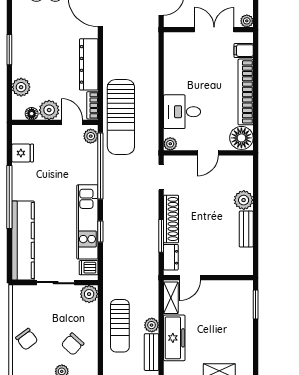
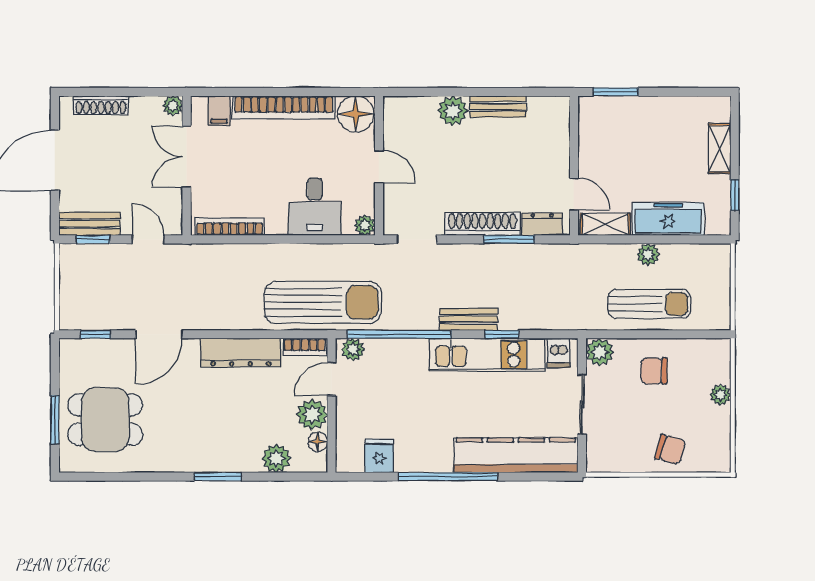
bookcase: (169, 57) -> (230, 227), added
chair: (27, 339) -> (670, 449), turned 52
chair: (73, 344) -> (654, 371), moved, turned 138
bench: (152, 352) -> (468, 319), moved

